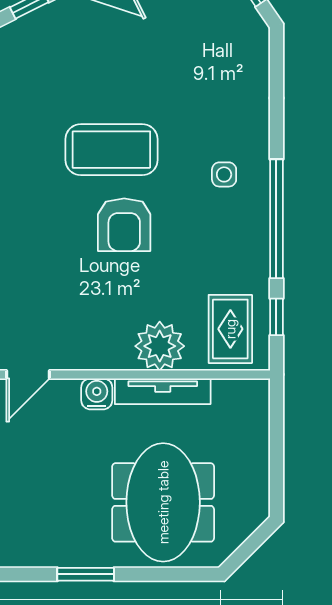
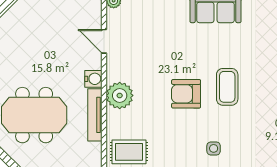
coffee table: (111, 150) -> (227, 87), width x0.73, depth x0.76
plant: (160, 346) -> (120, 95), moved

